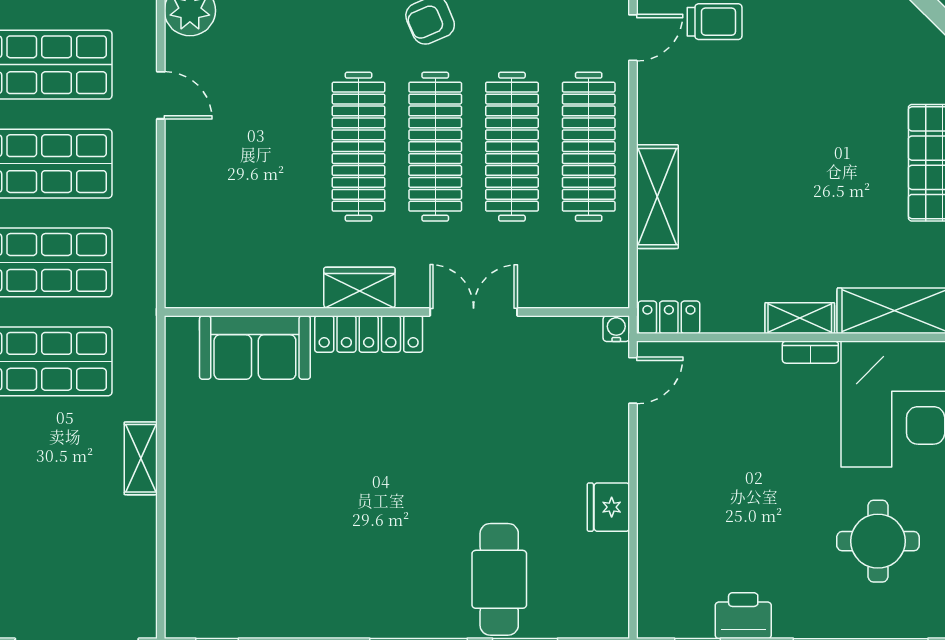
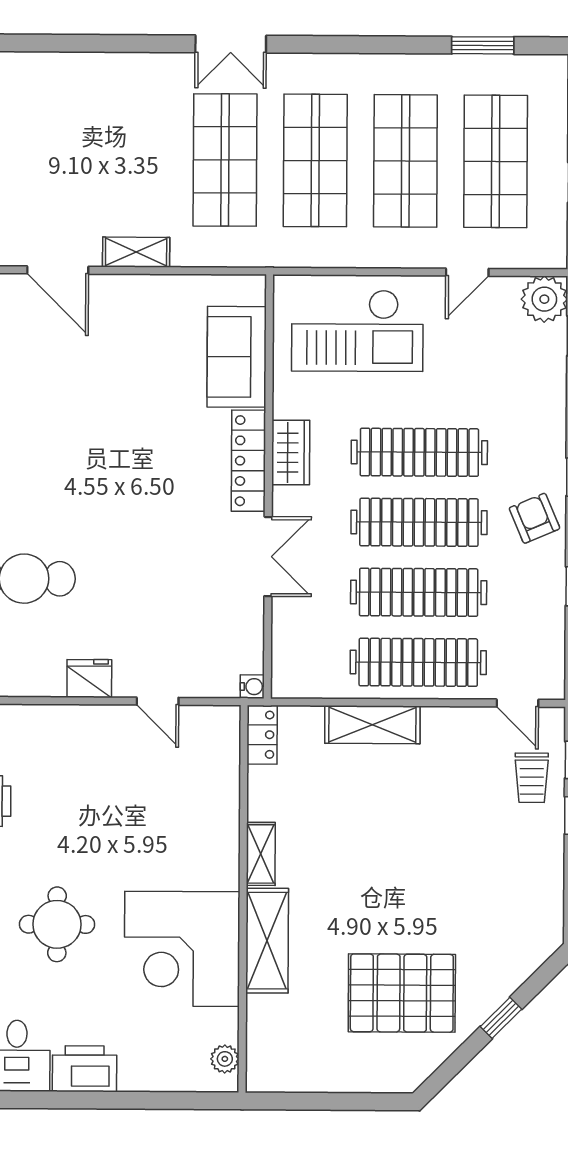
checkout: (225, 215) -> (357, 331), added
bookcase: (810, 352) -> (230, 864), removed
door: (633, 380) -> (158, 701), moved
door: (161, 544) -> (58, 270), added

